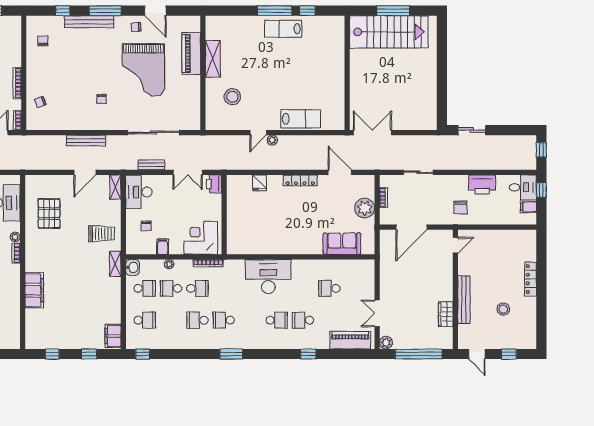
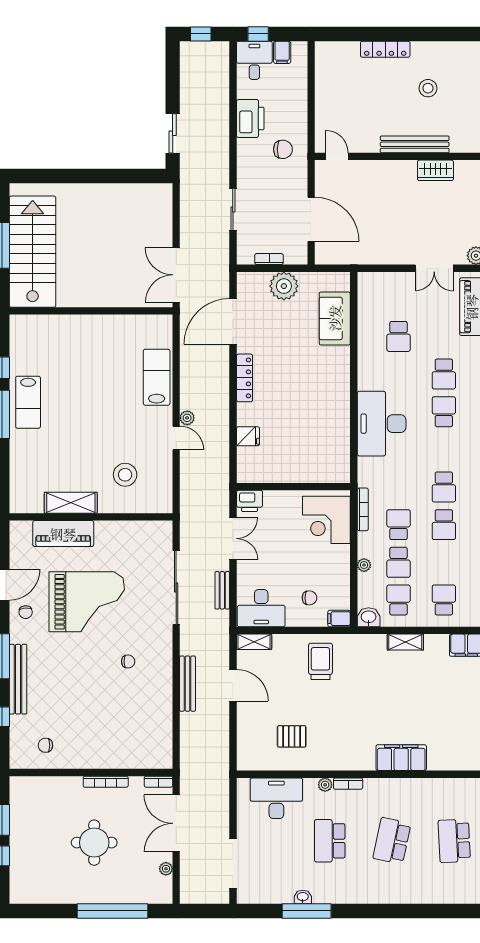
chair: (40, 102) -> (132, 749), removed
door: (340, 172) -> (233, 321), width x1.36
pallet: (49, 213) -> (292, 736), width x0.67, depth x0.71
filing cabinet: (163, 247) -> (339, 619), moved
shelving: (115, 264) -> (405, 642), moved

